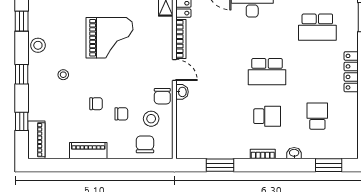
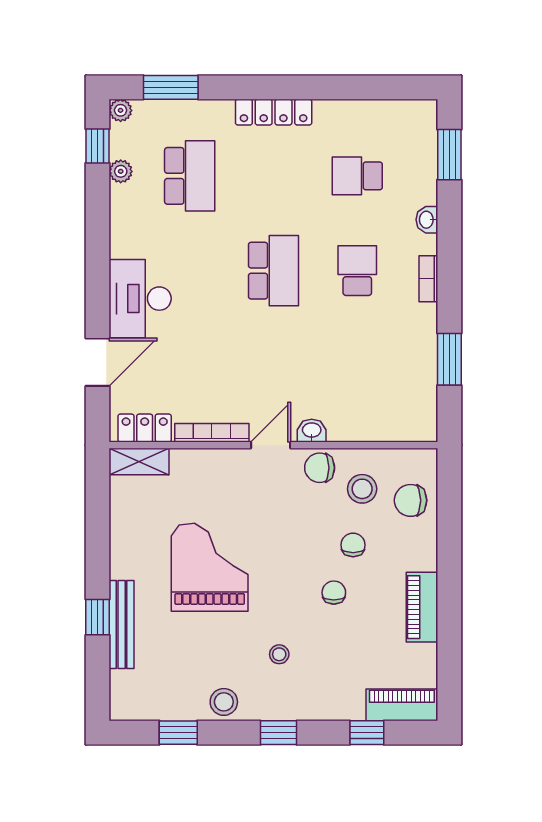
chair: (162, 96) -> (320, 468), turned 180

